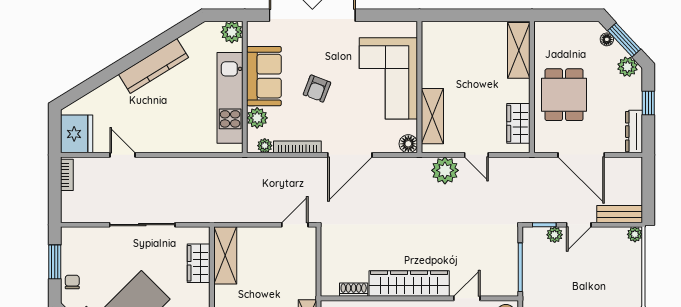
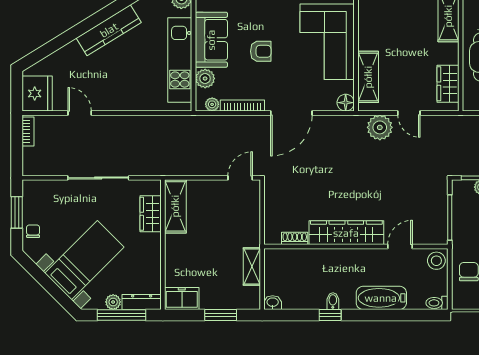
armchair: (317, 89) -> (261, 51), turned -111

